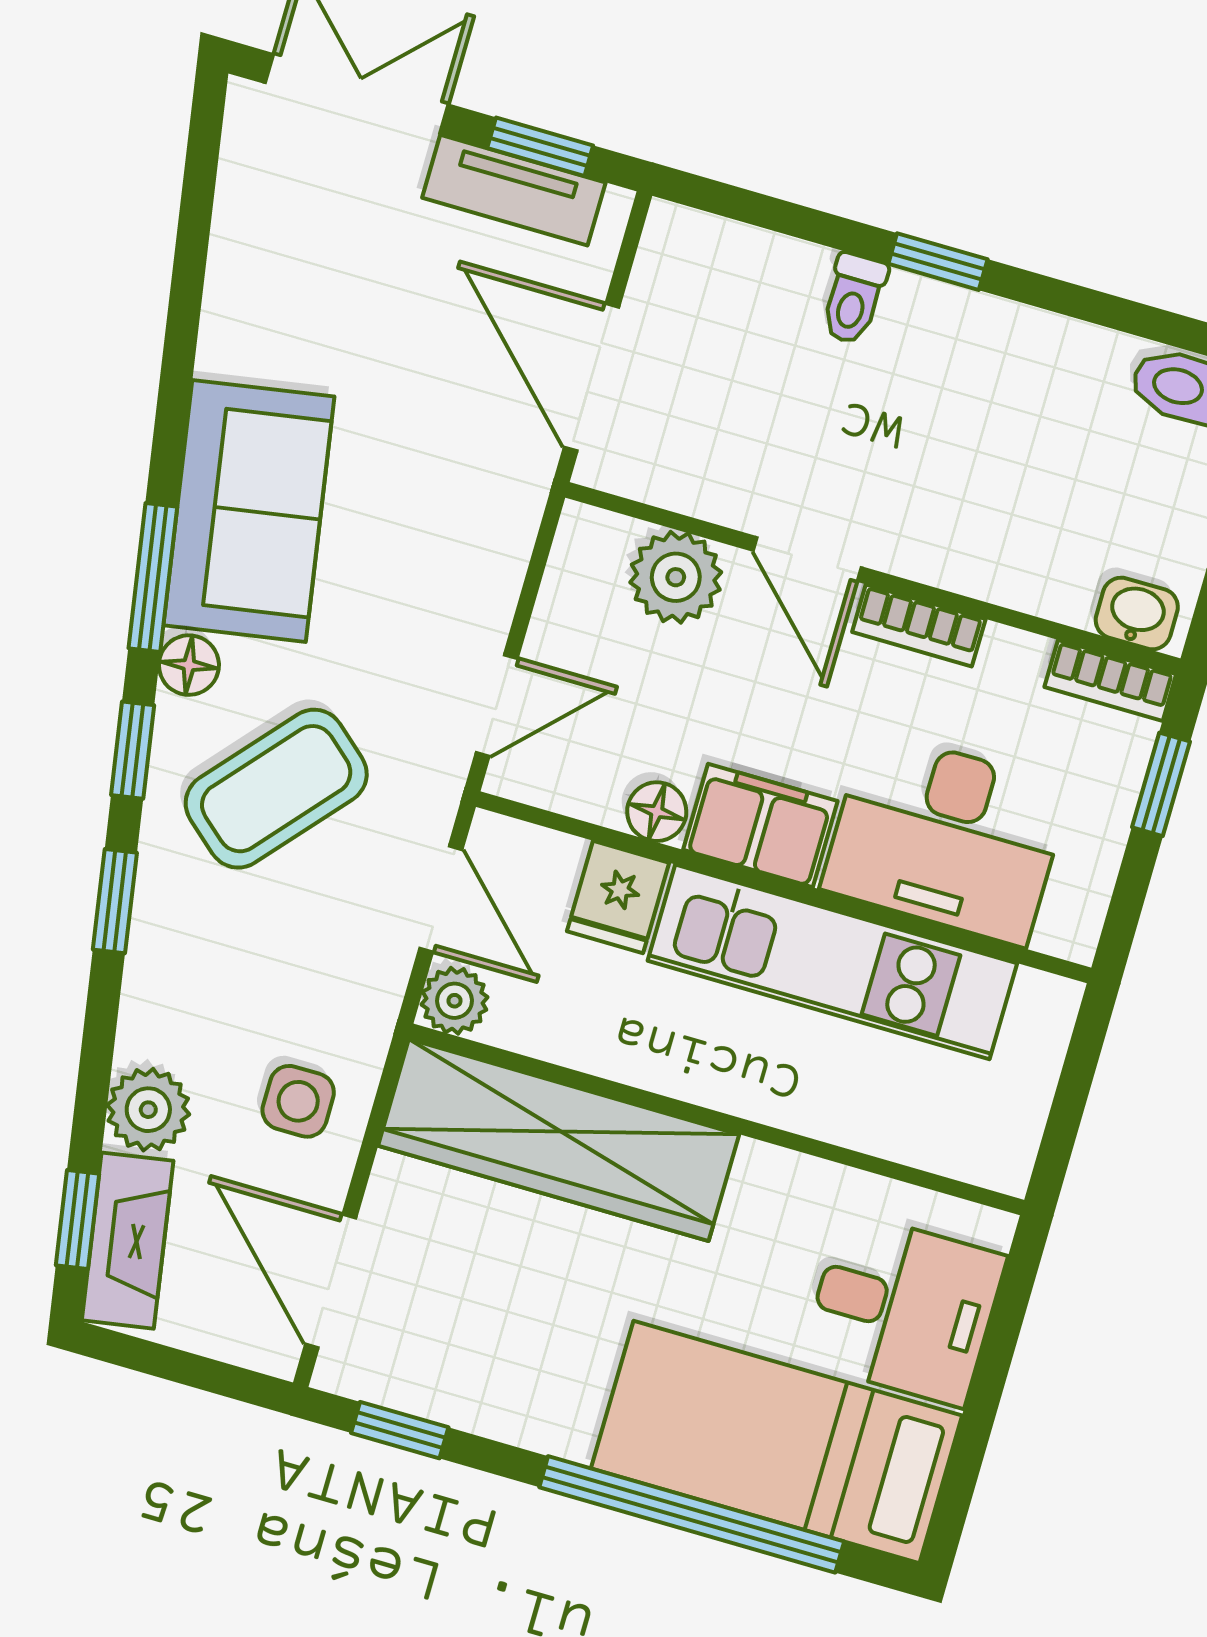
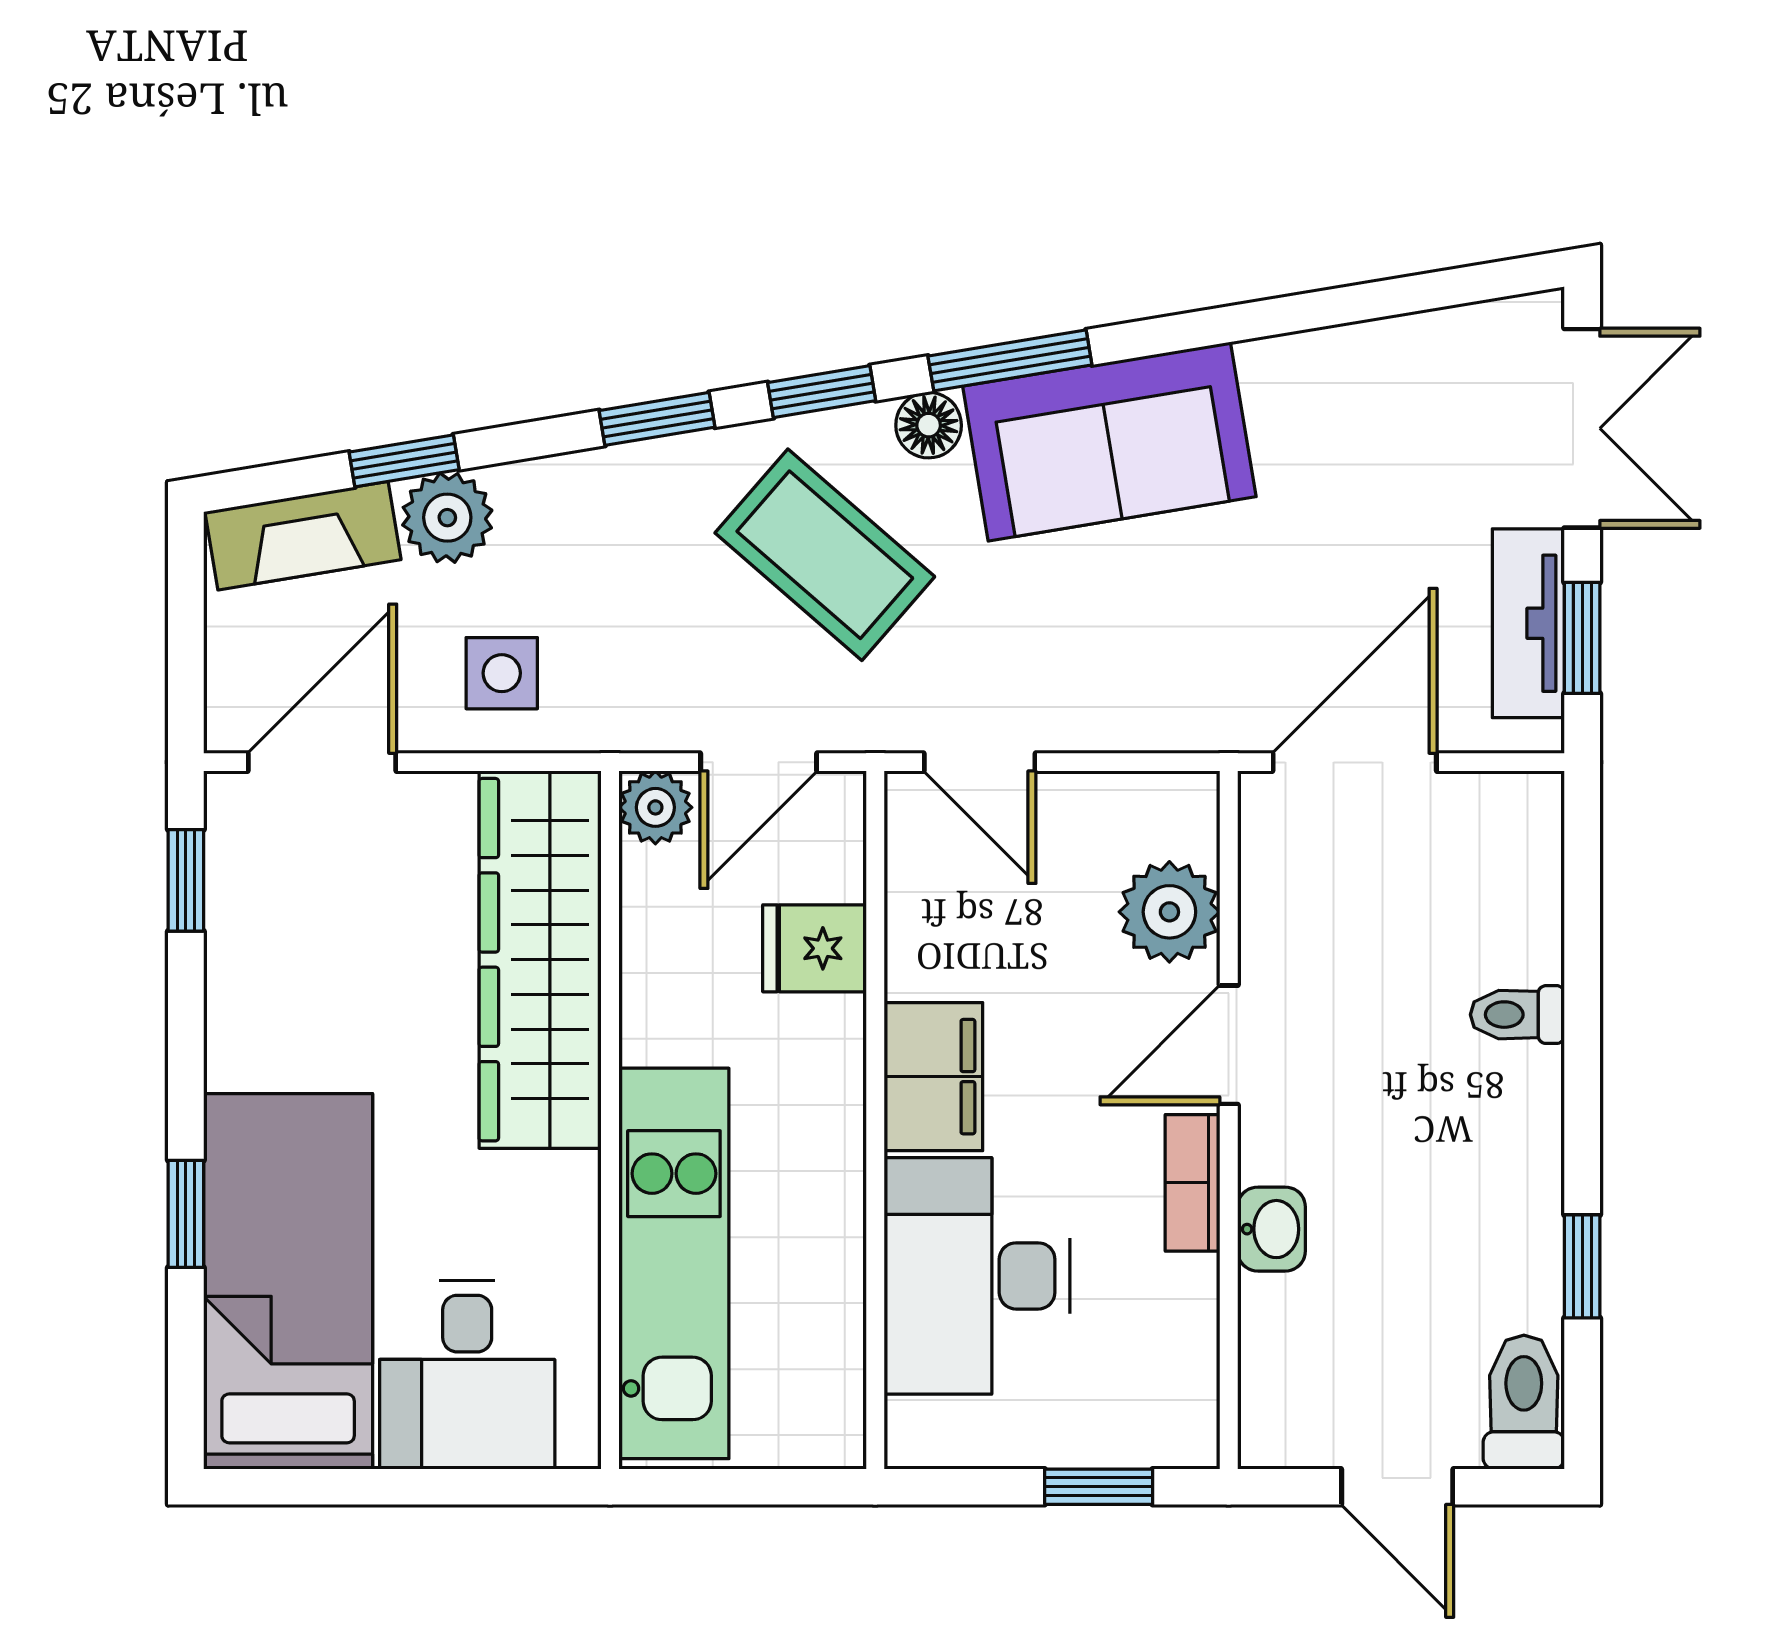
window: (938, 262) -> (1582, 1266), moved
washbasin: (1137, 613) -> (1272, 1229), moved
bookcase: (1110, 680) -> (1193, 1402), removed
floor lamp: (657, 812) -> (916, 963), removed
kitchen unit: (832, 962) -> (674, 1263), moved, turned 180
window: (78, 1220) -> (404, 461), moved
window: (692, 1514) -> (186, 1214), width x0.32

